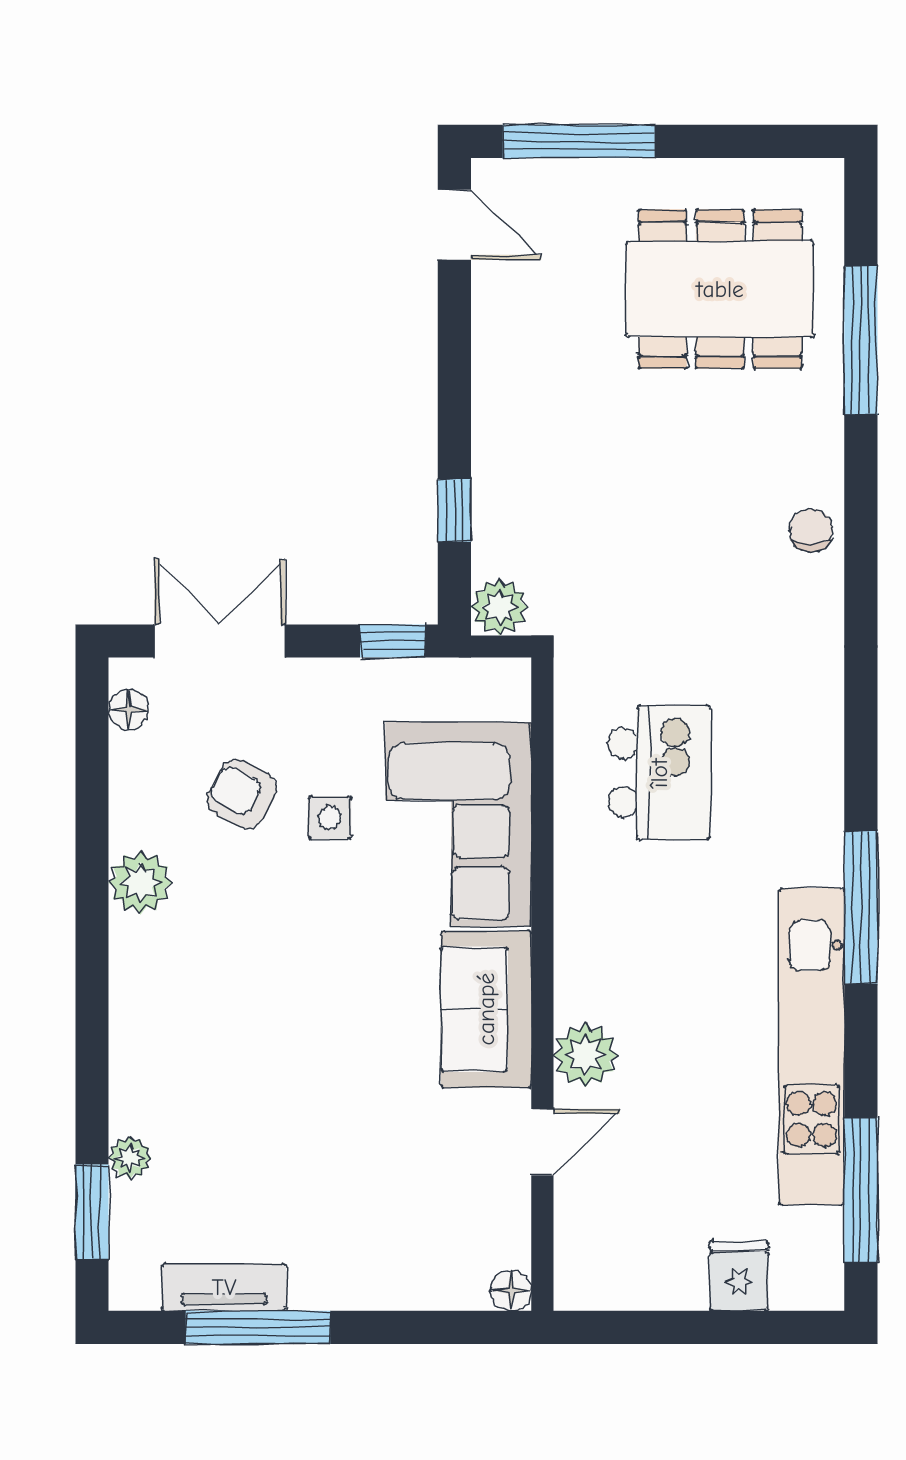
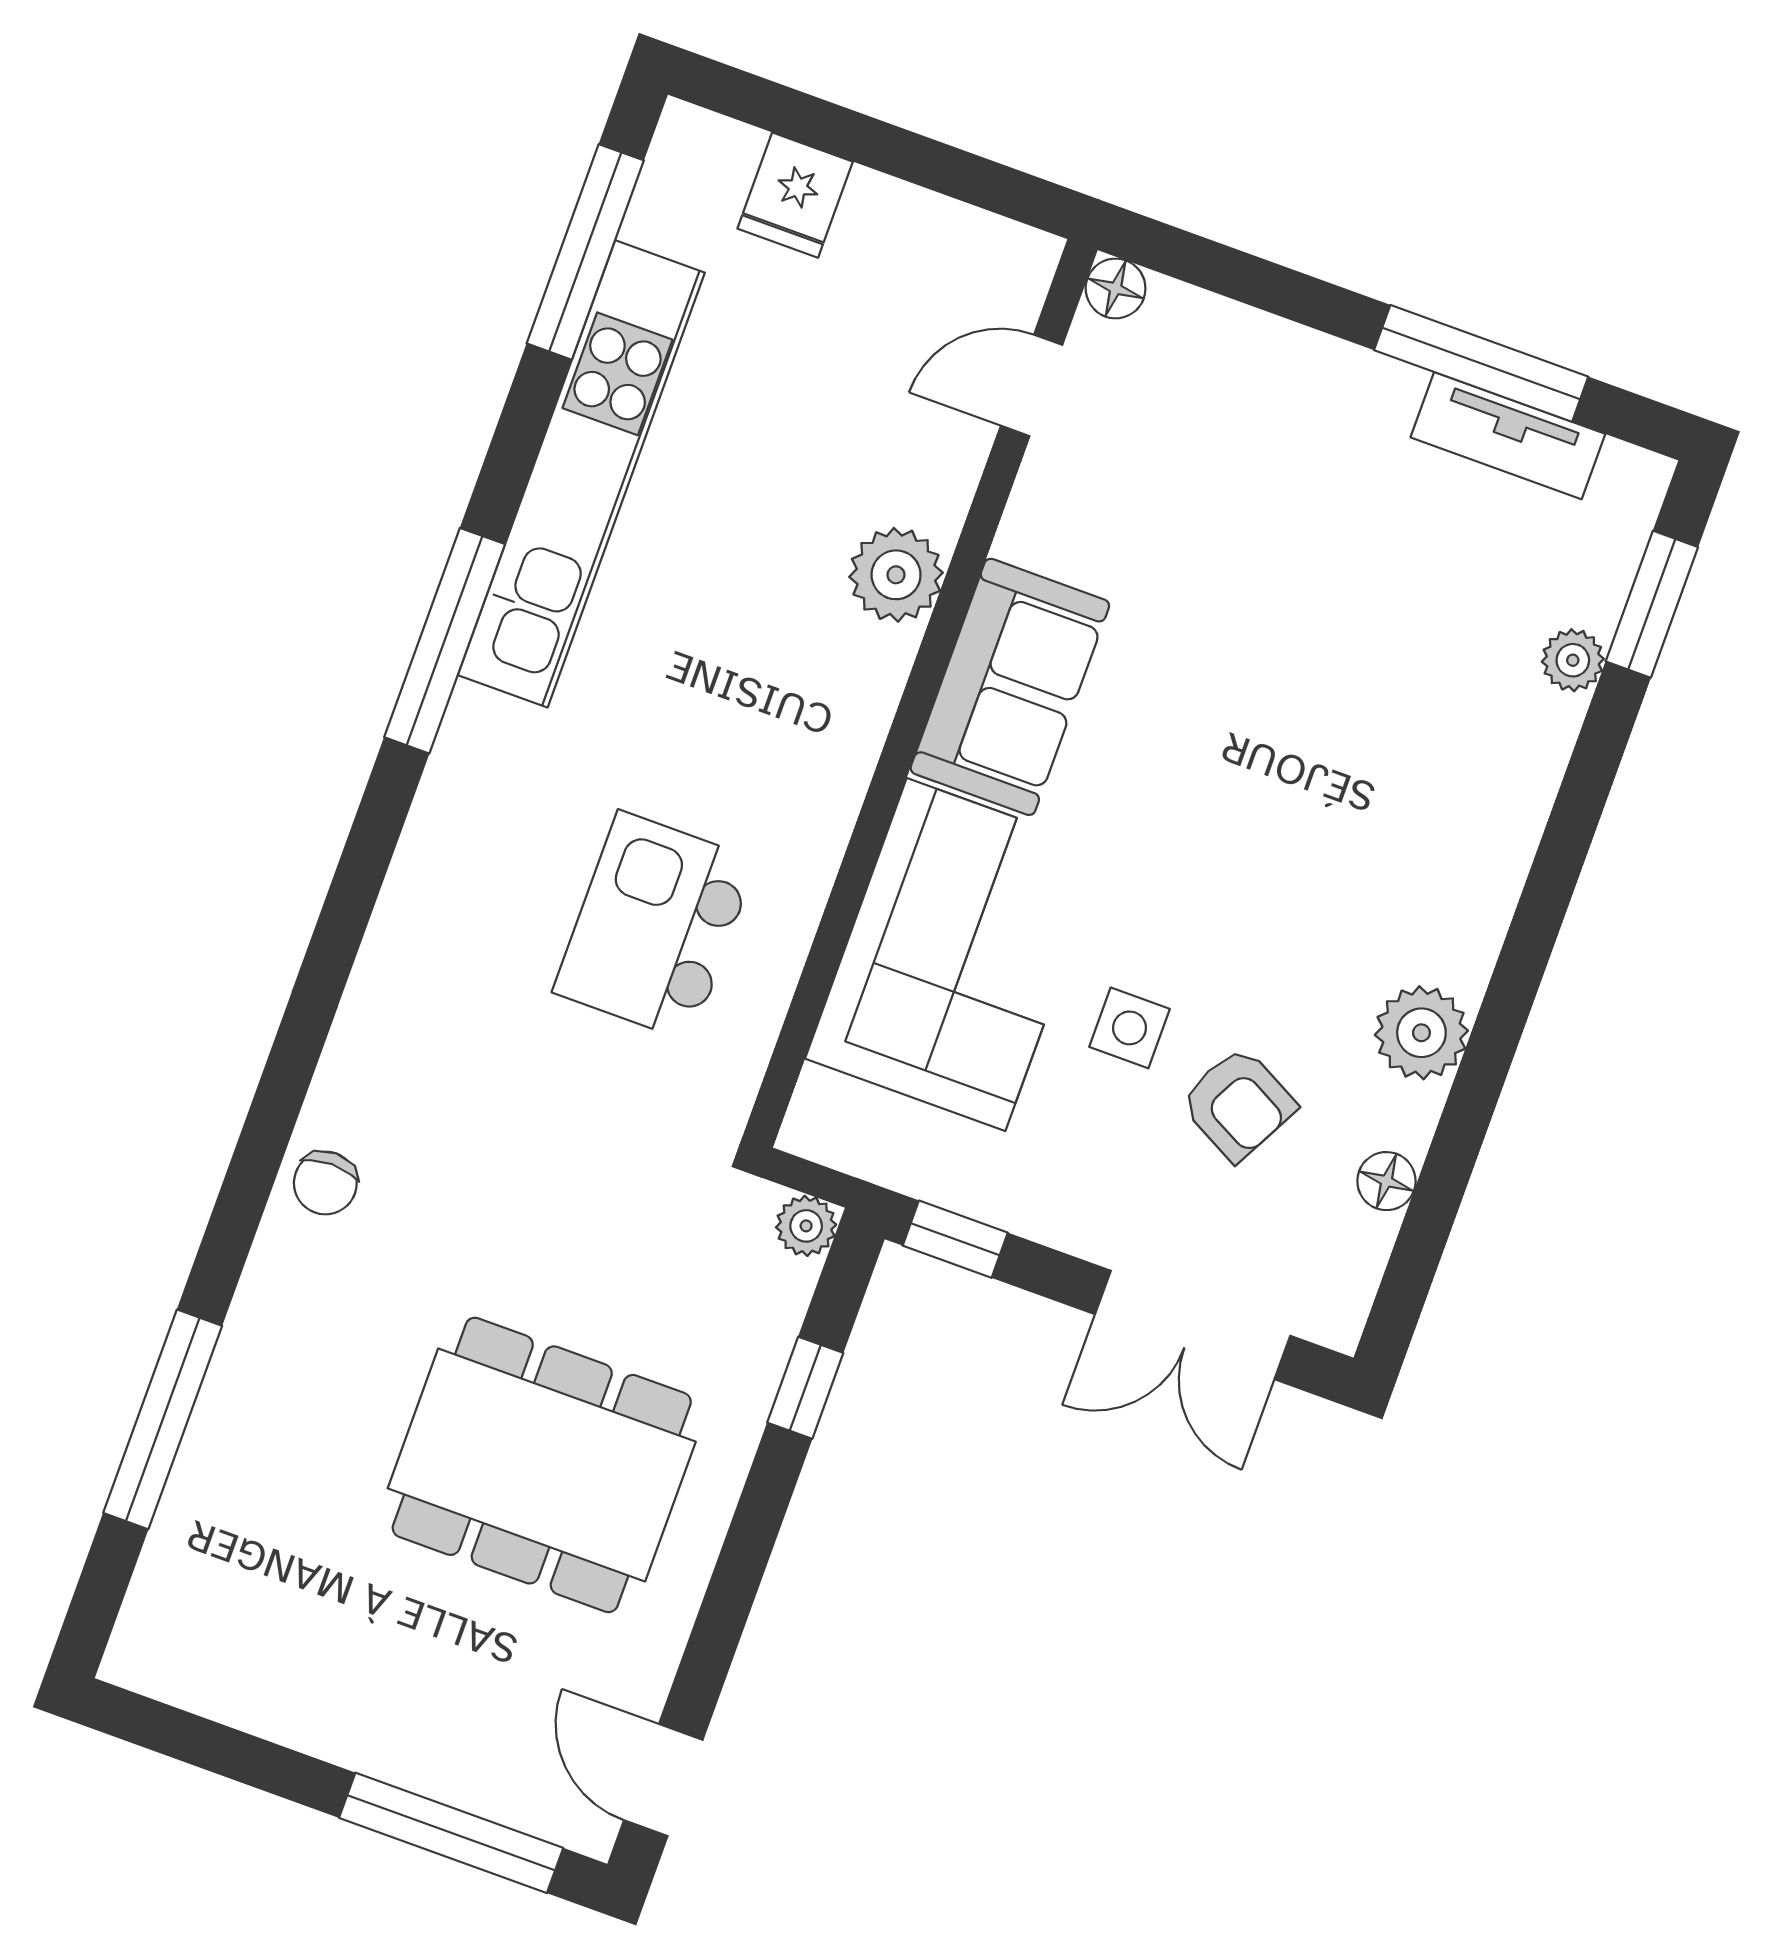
dining table: (720, 289) -> (542, 1465), moved
plant: (499, 607) -> (806, 1226), width x0.73, depth x0.73
floor lamp: (128, 710) -> (1386, 1181), moved
door: (542, 1142) -> (1032, 385), moved

